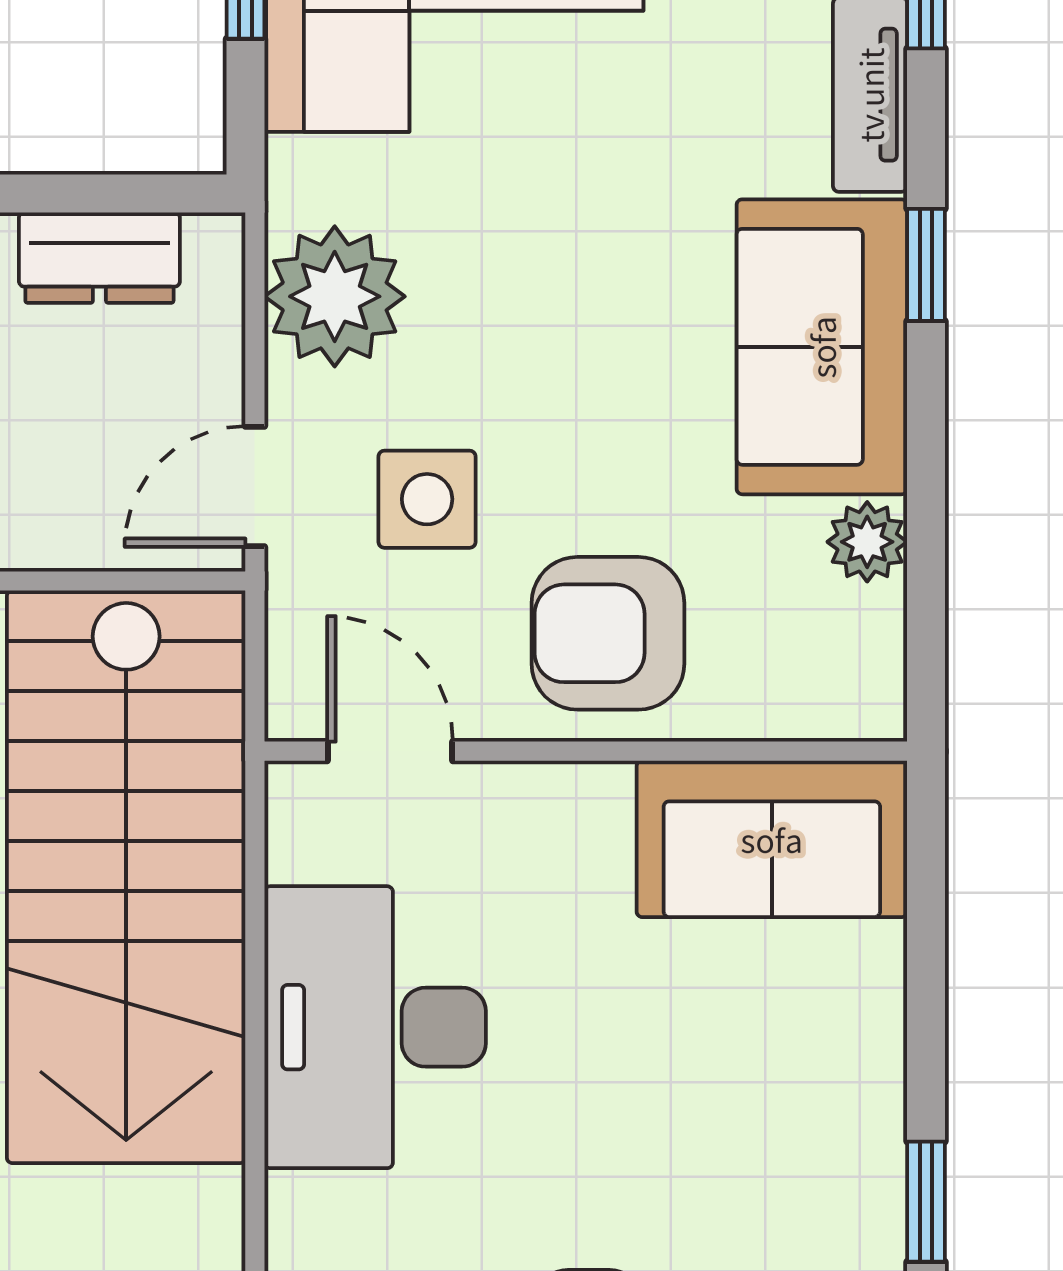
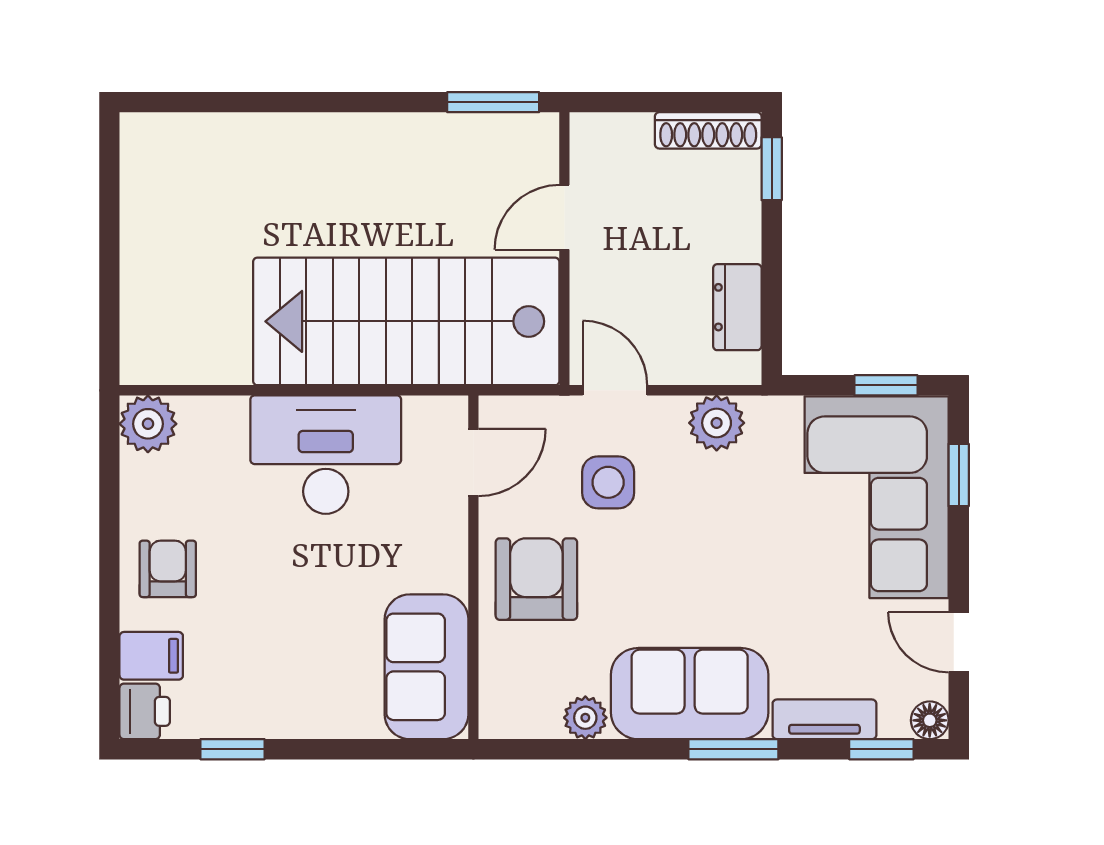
window: (926, 265) -> (733, 749), width x1.50
plant: (335, 296) -> (717, 423), width x0.73, depth x0.73

